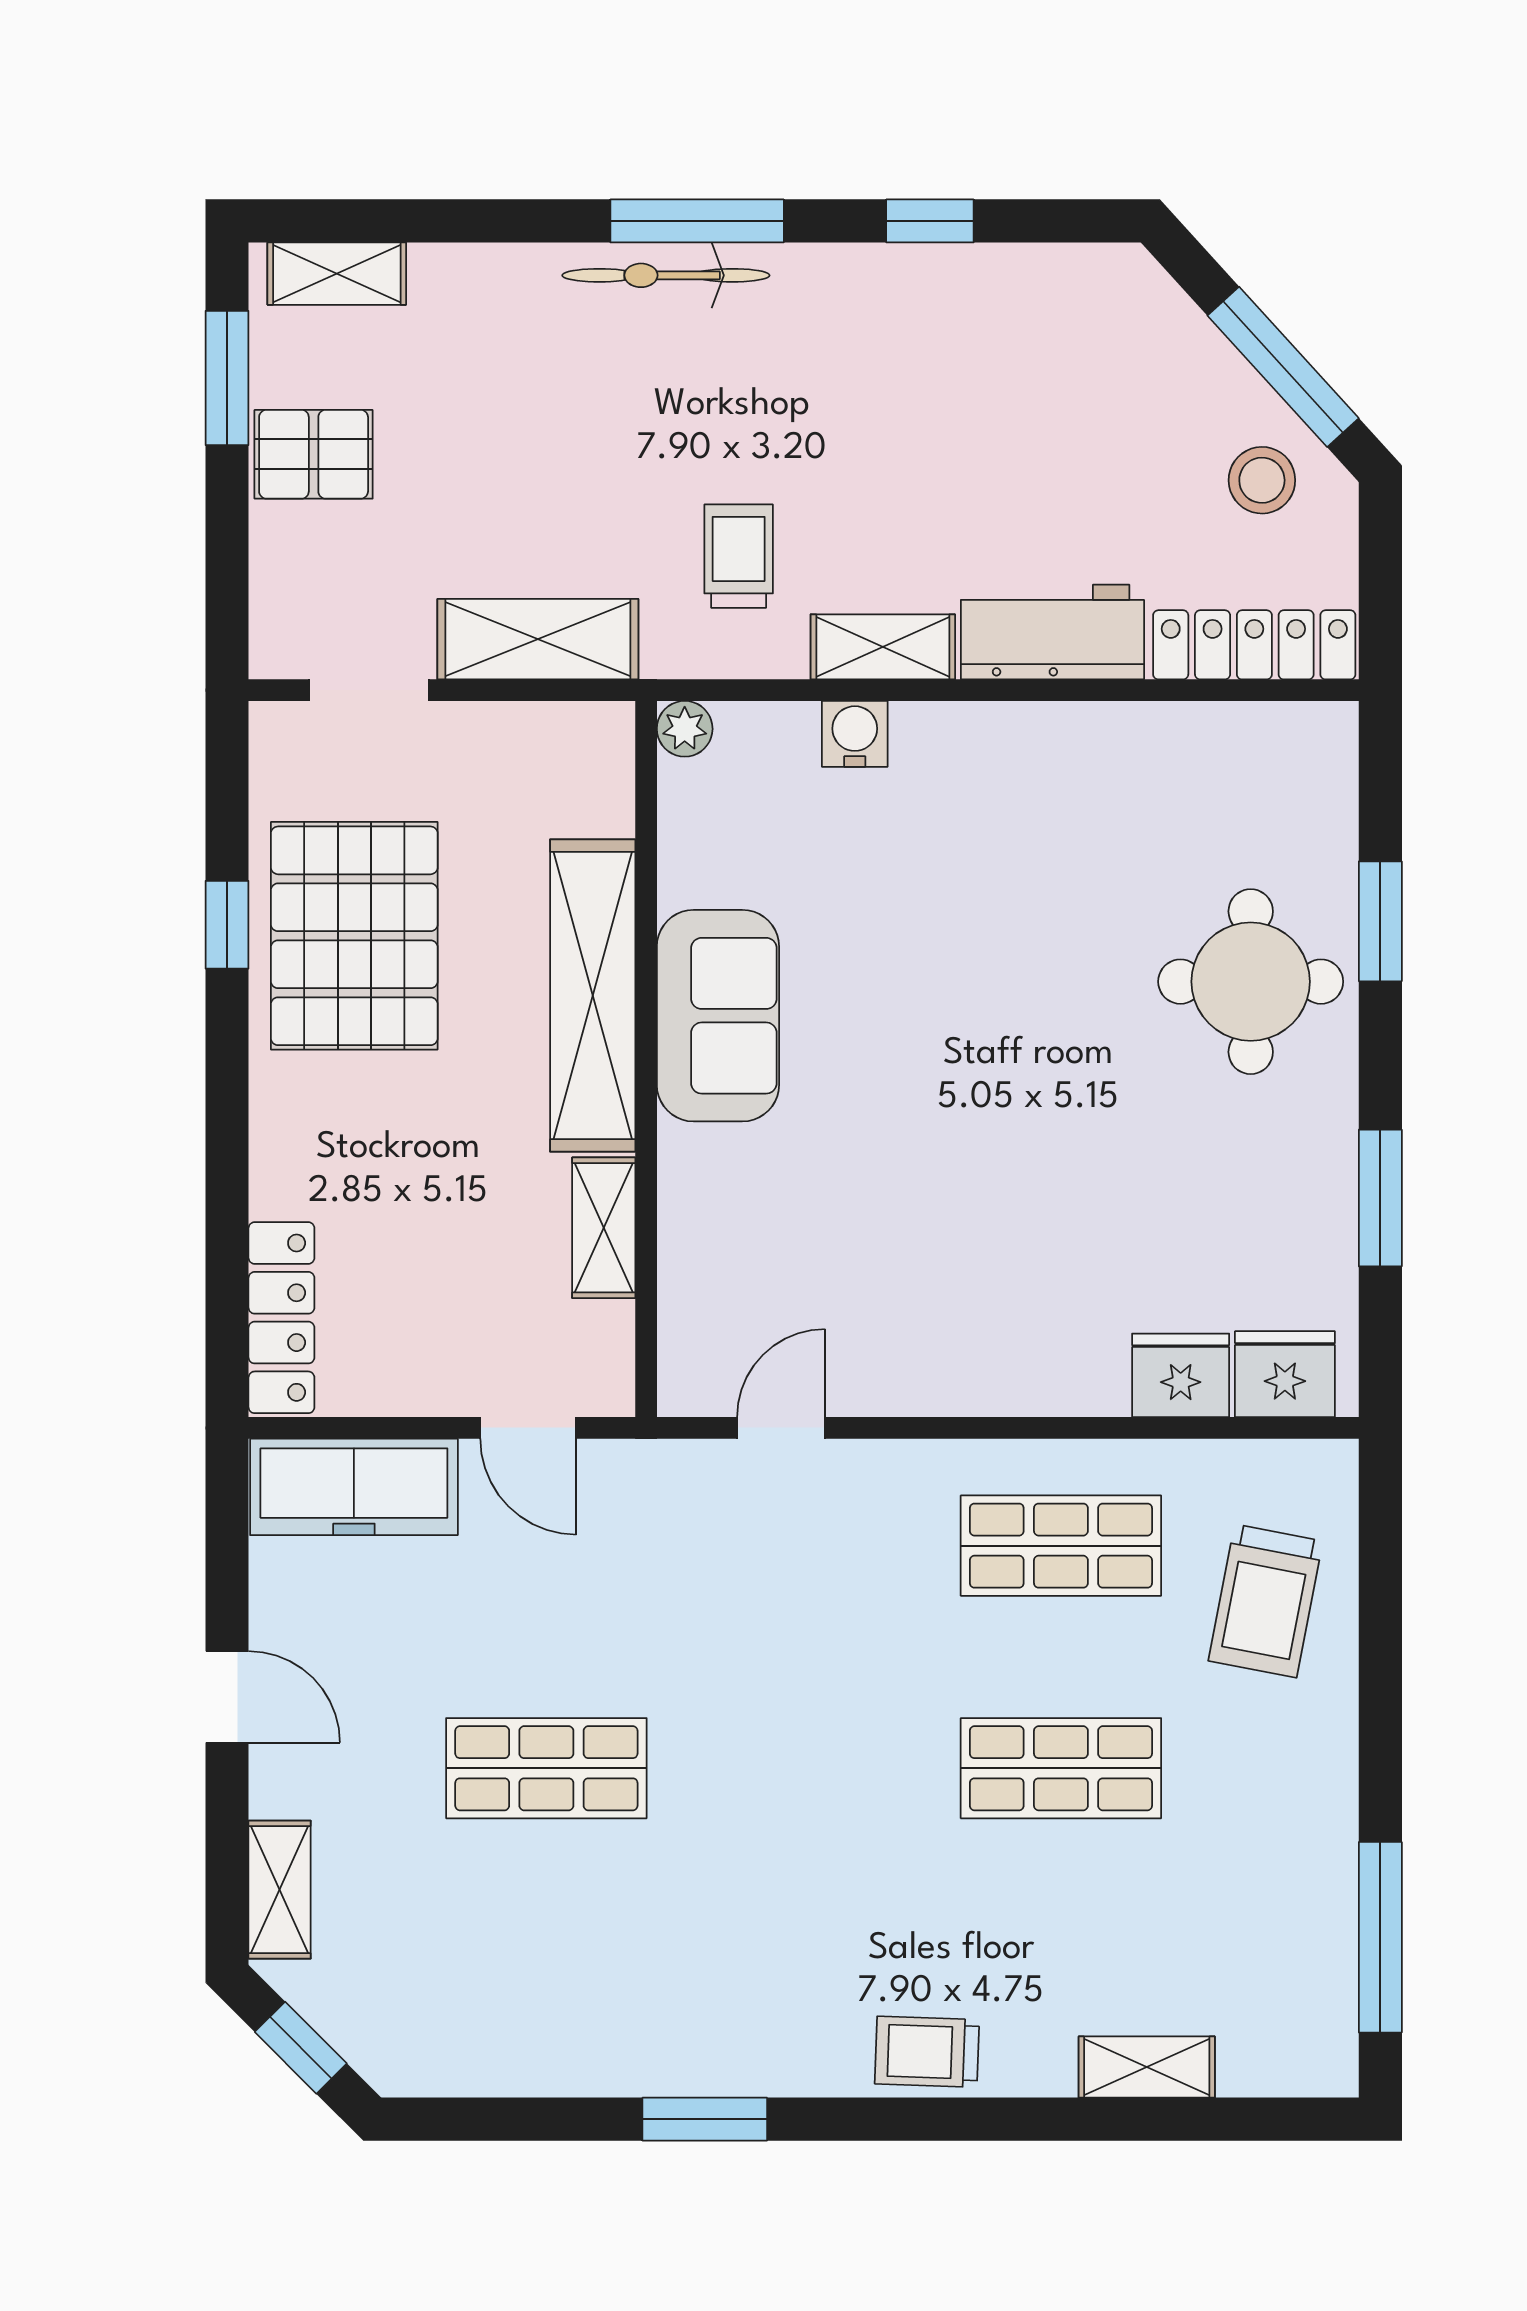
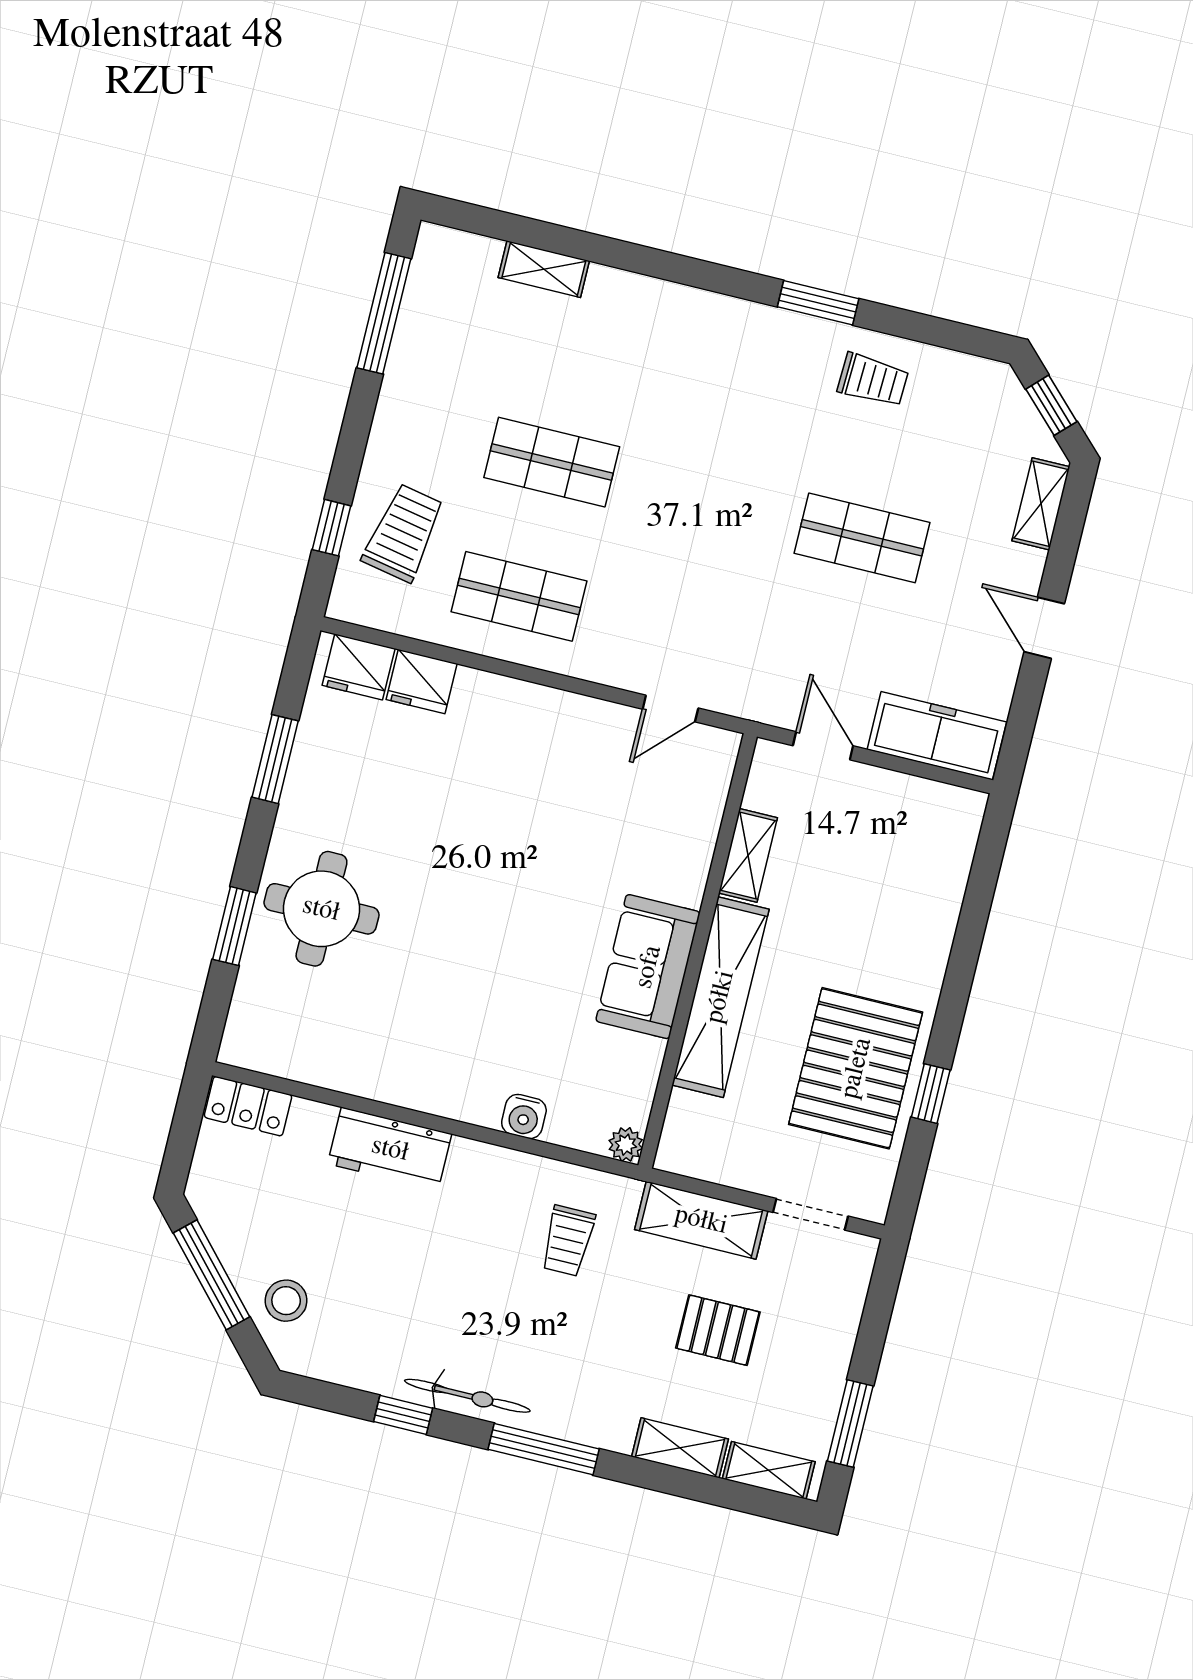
bicycle: (666, 275) -> (467, 1396), moved
pallet: (314, 454) -> (718, 1330), moved
stool: (1262, 480) -> (286, 1301), moved
locker: (1254, 645) -> (248, 1106), width x0.66
shelving: (883, 647) -> (680, 1448), moved
locker: (281, 1318) -> (956, 849), removed
window: (1380, 1582) -> (332, 528), added
trolley: (927, 2052) -> (873, 380), moved

